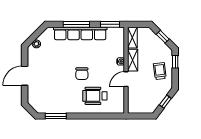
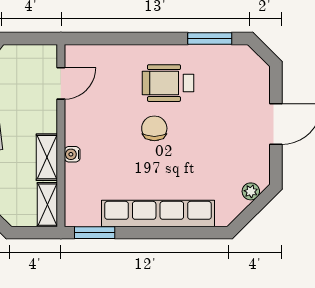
window: (76, 24) -> (166, 233), removed
door: (126, 79) -> (61, 83), moved
wheelchair: (95, 96) -> (168, 83), moved, turned 180

